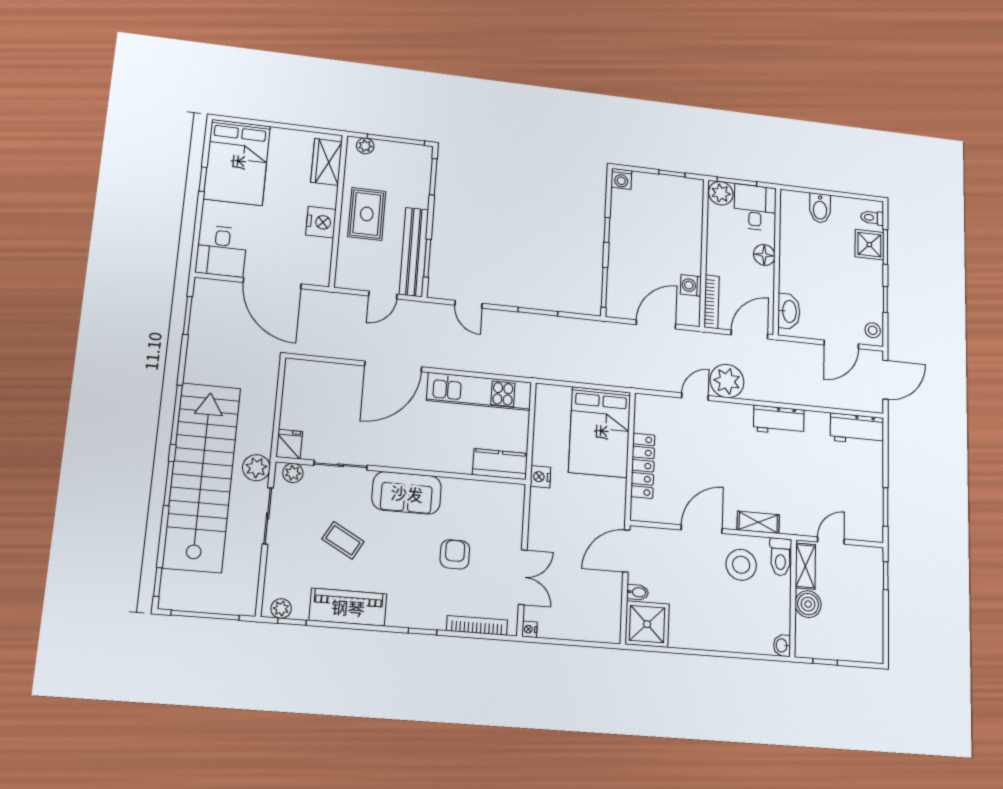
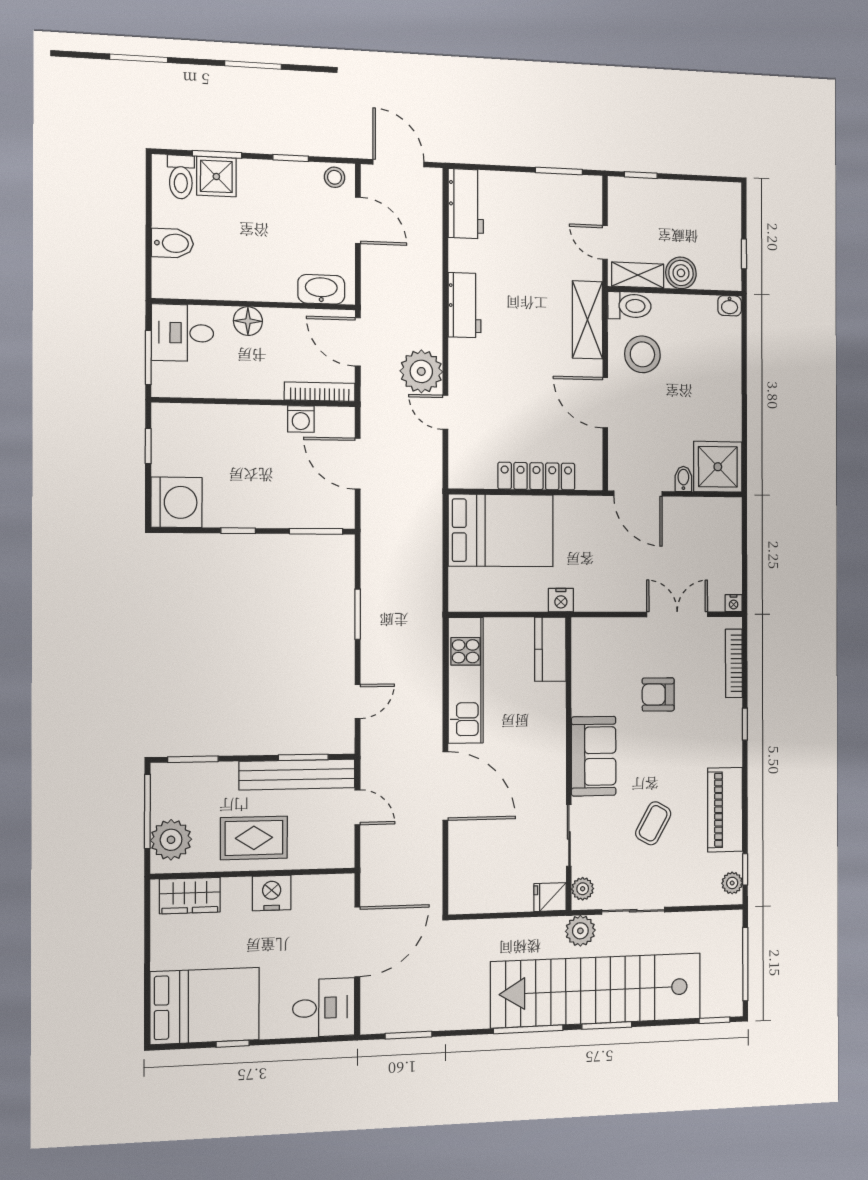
plant: (365, 146) -> (171, 840), width x1.87, depth x1.87
washing machine: (621, 179) -> (177, 502), width x1.89, depth x1.89
plant: (721, 193) -> (168, 379), removed
toilet: (872, 218) -> (181, 177), width x1.37, depth x1.39
shelving: (758, 522) -> (587, 320), width x1.50, depth x1.33

